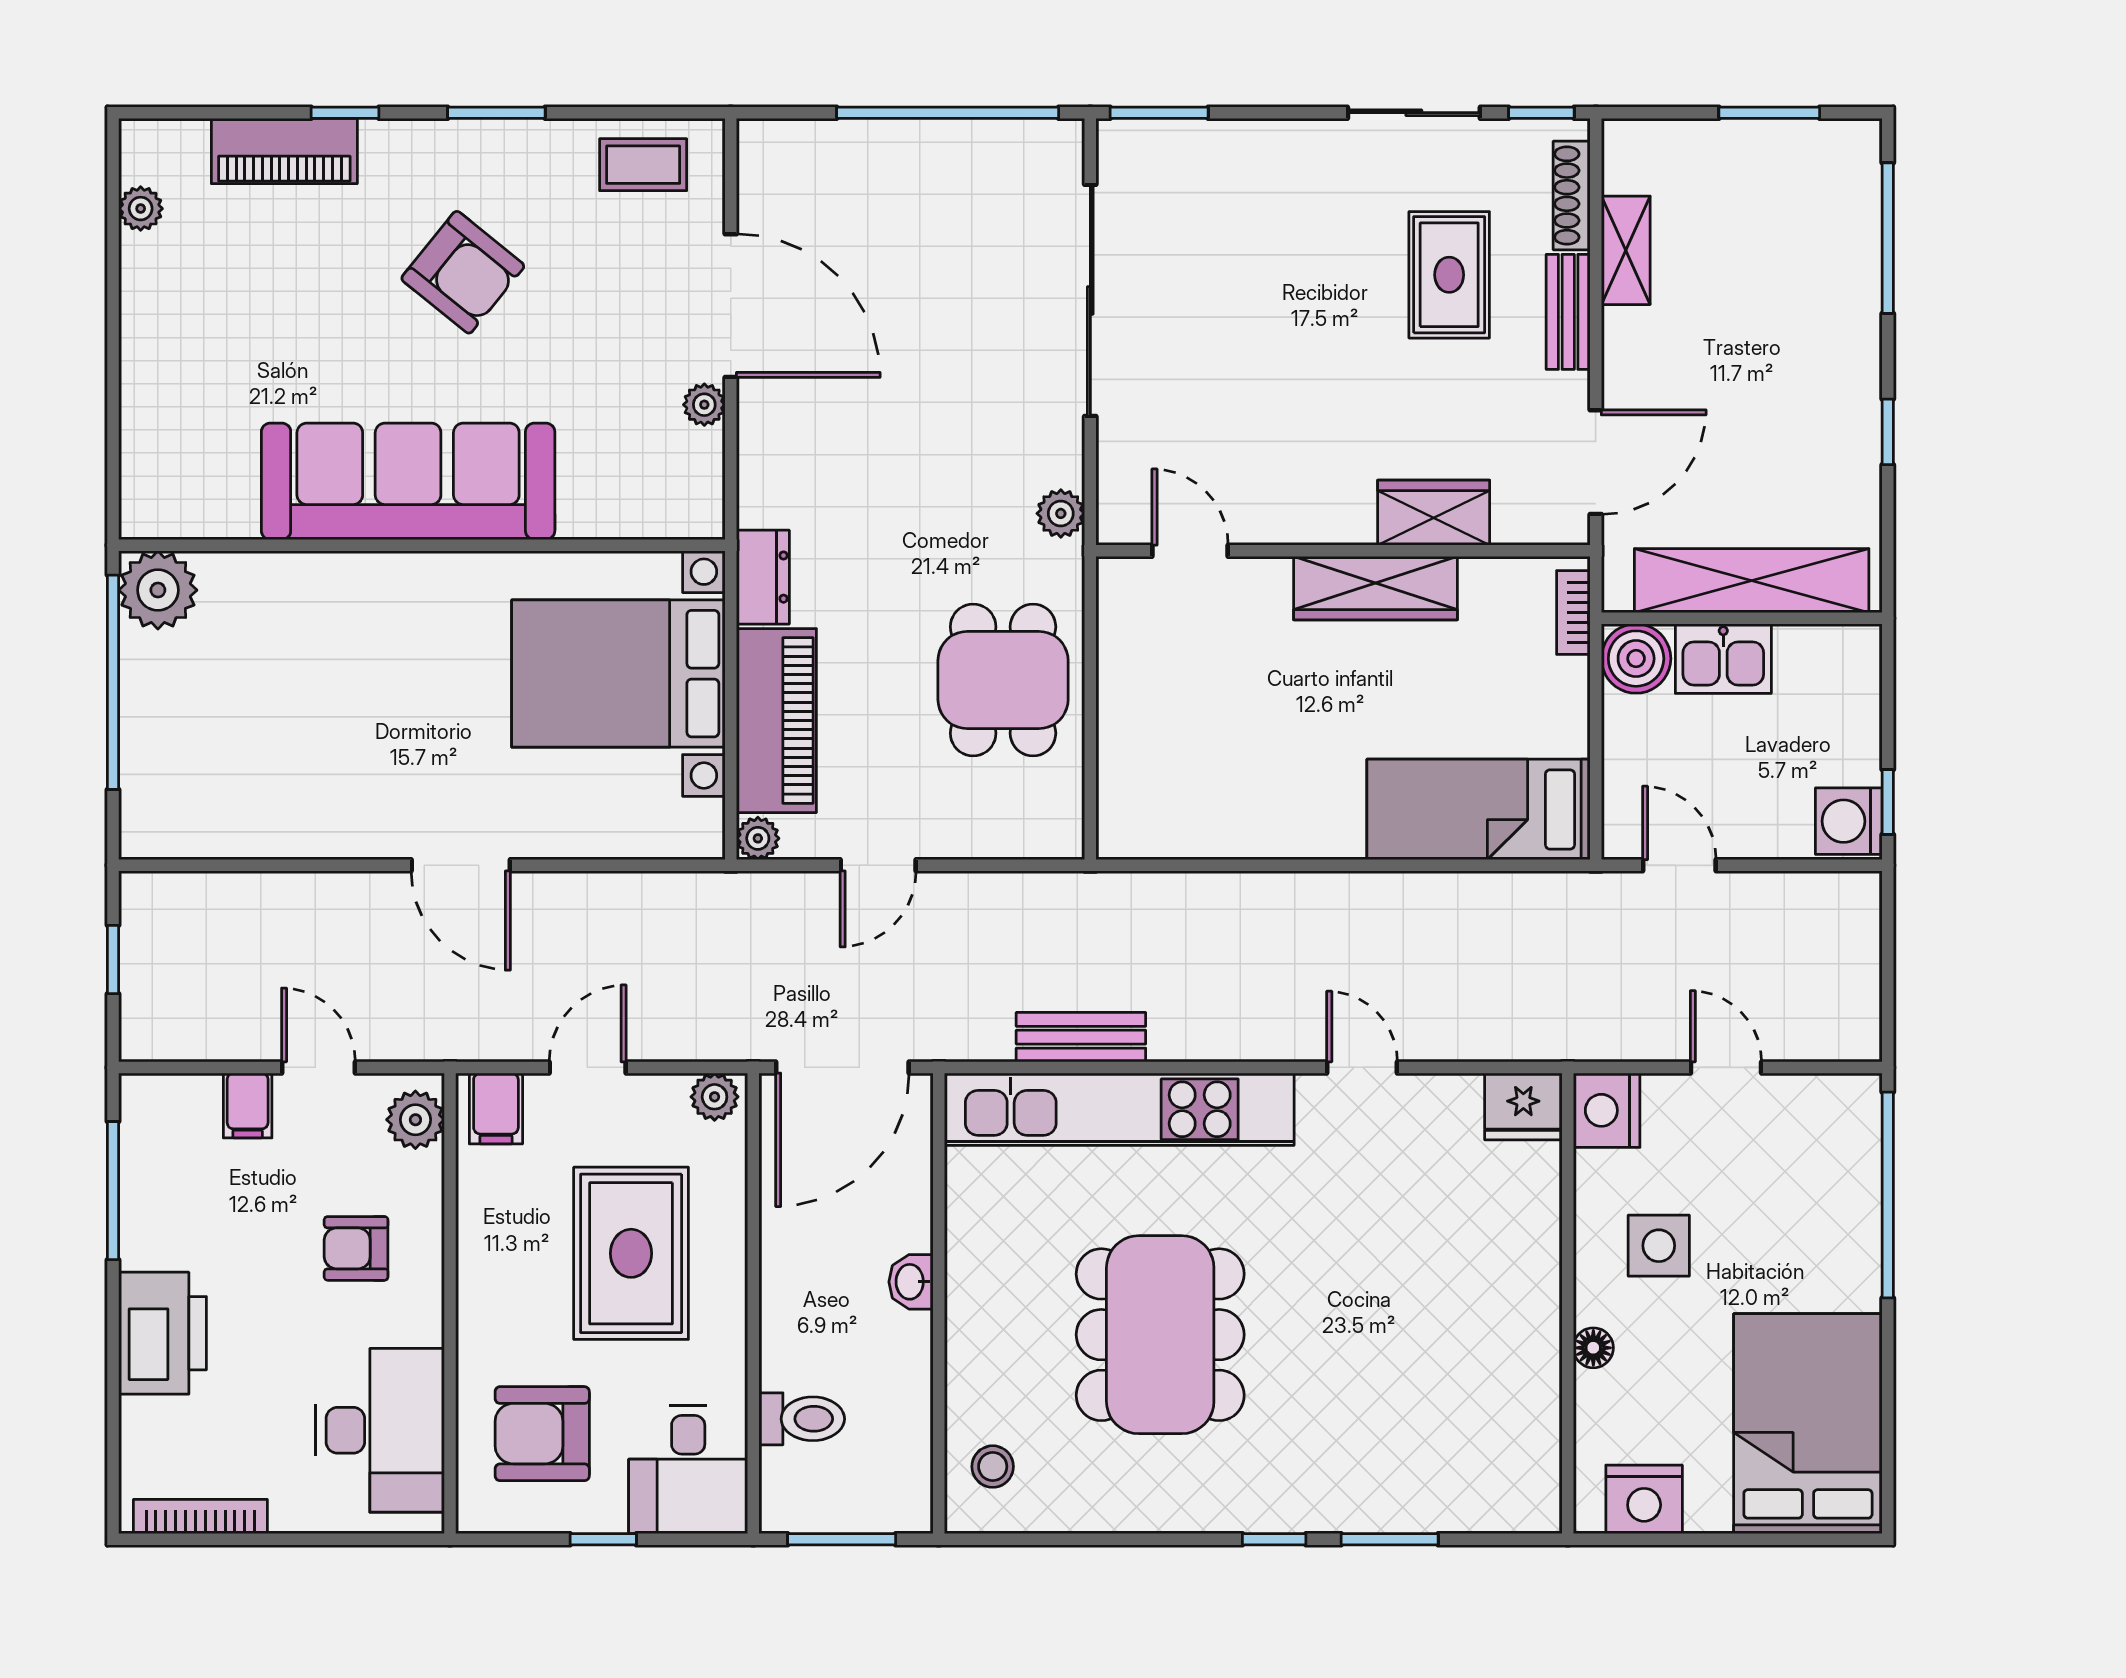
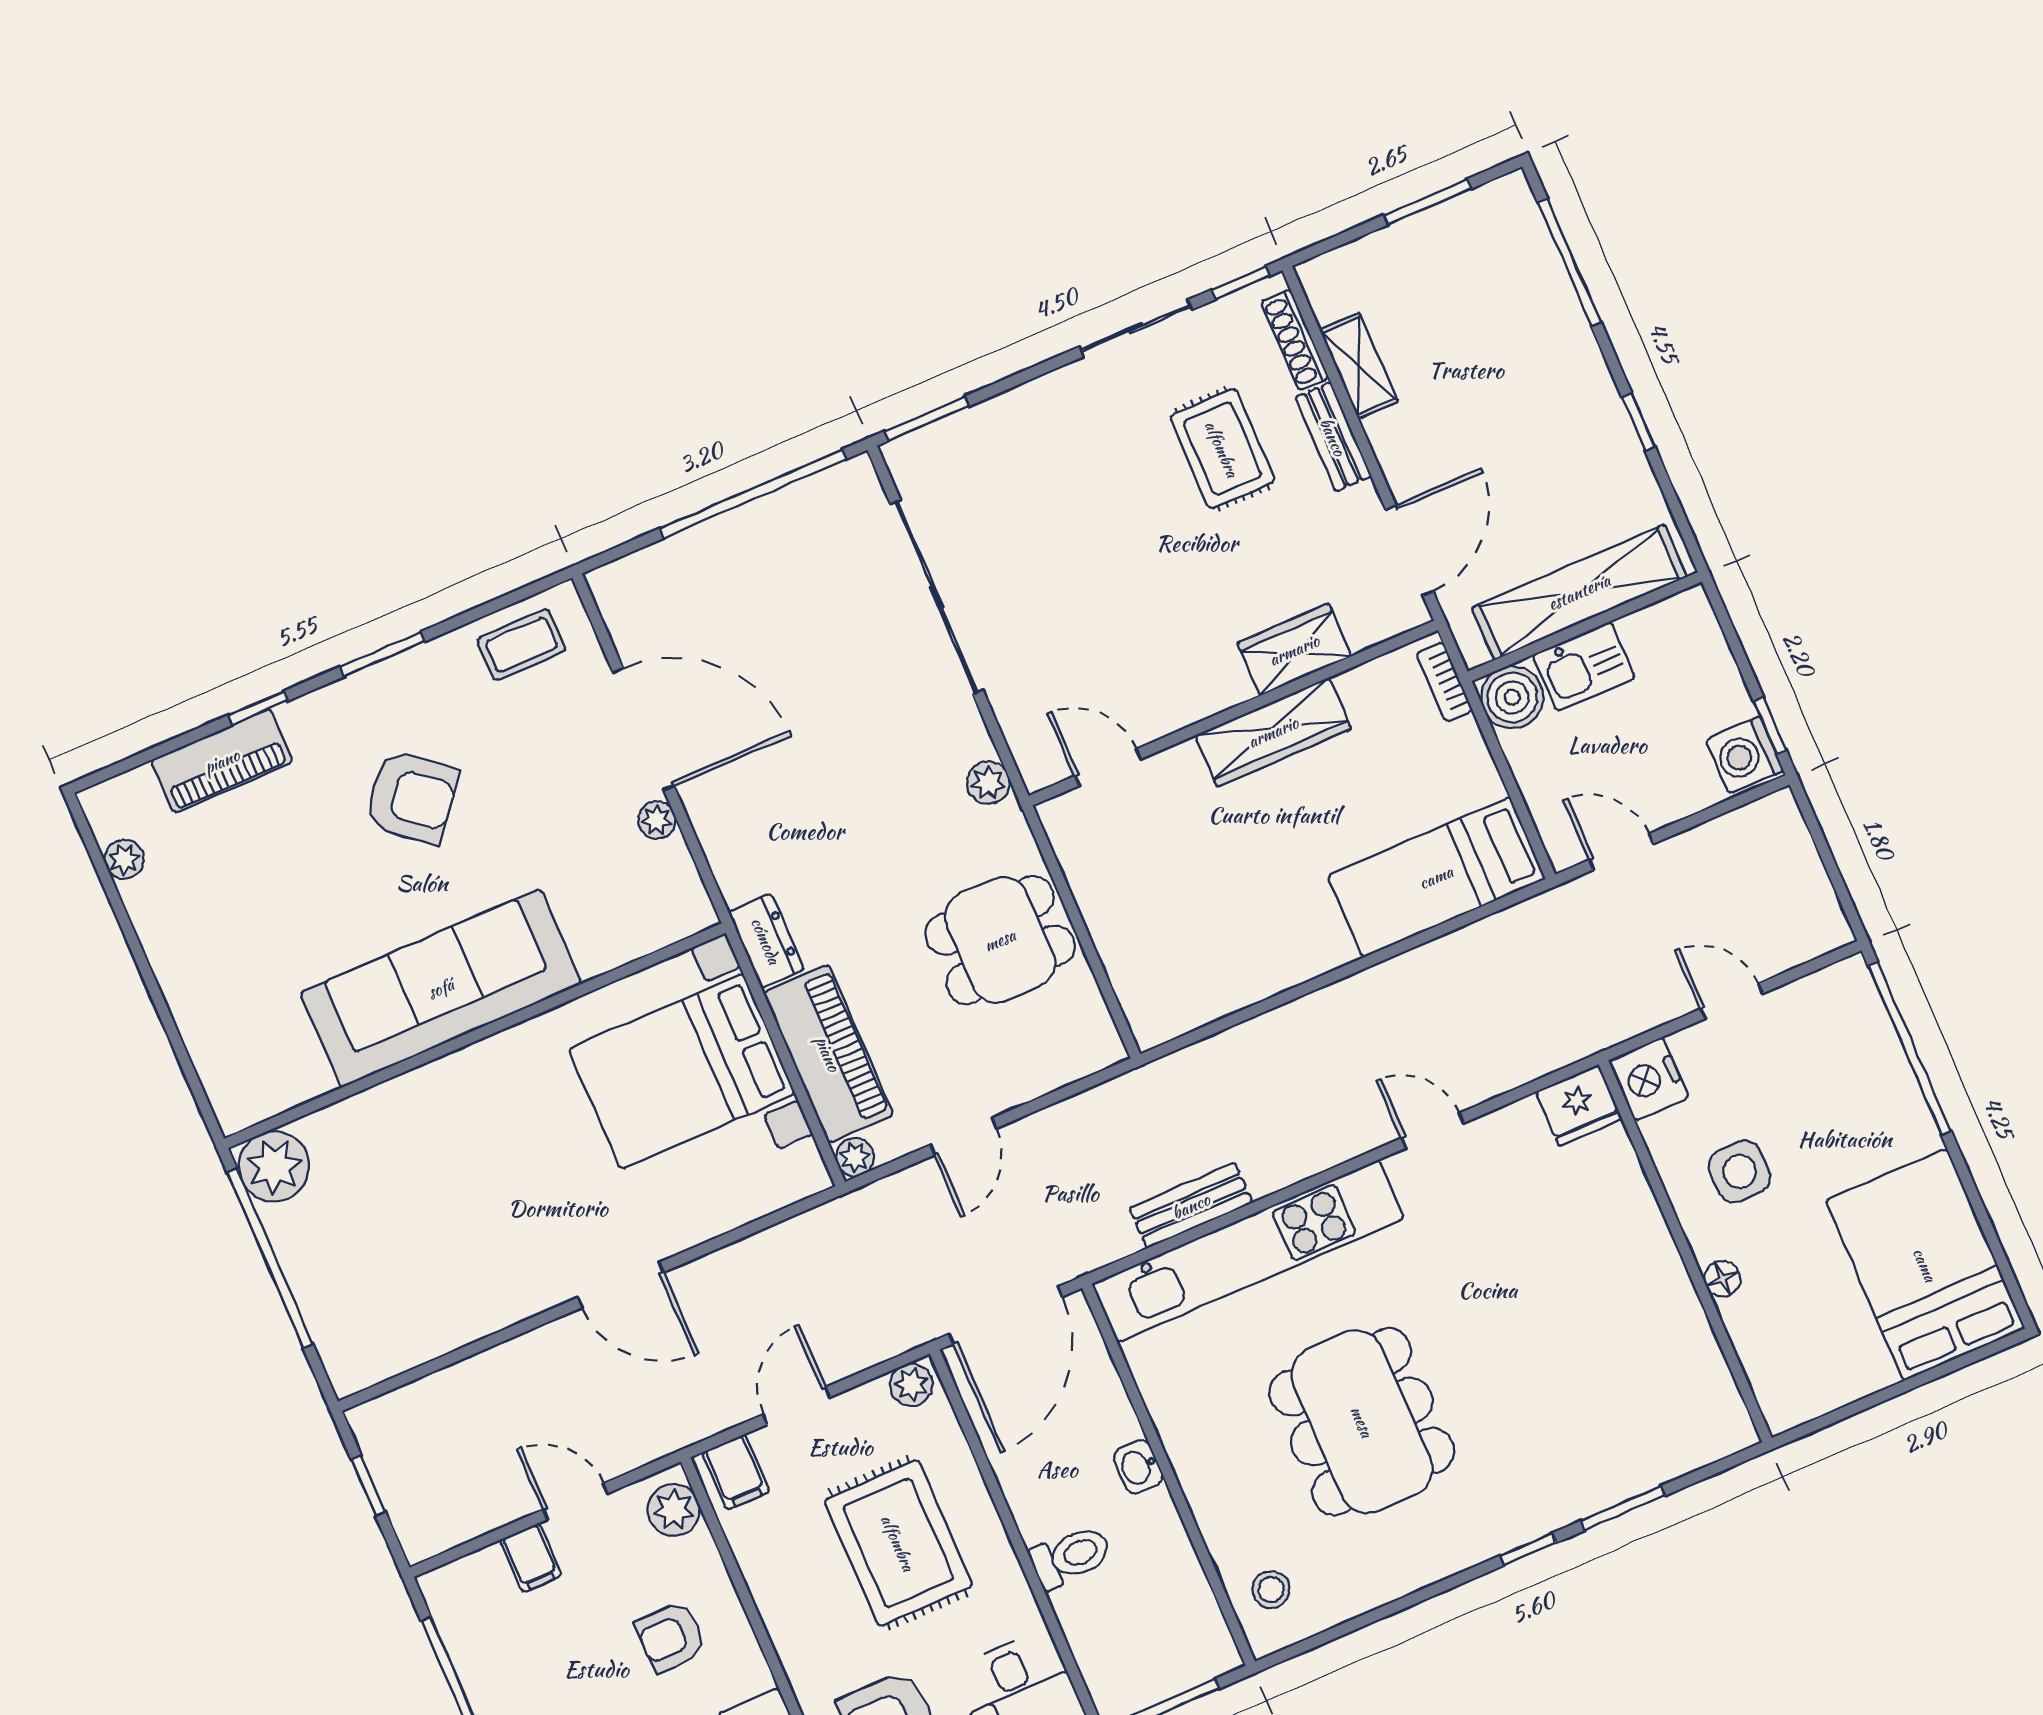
dining table: (1003, 680) -> (1000, 940), turned 90
toilet: (802, 1419) -> (1071, 1557), moved
nightstand: (1644, 1499) -> (1818, 1385), removed

